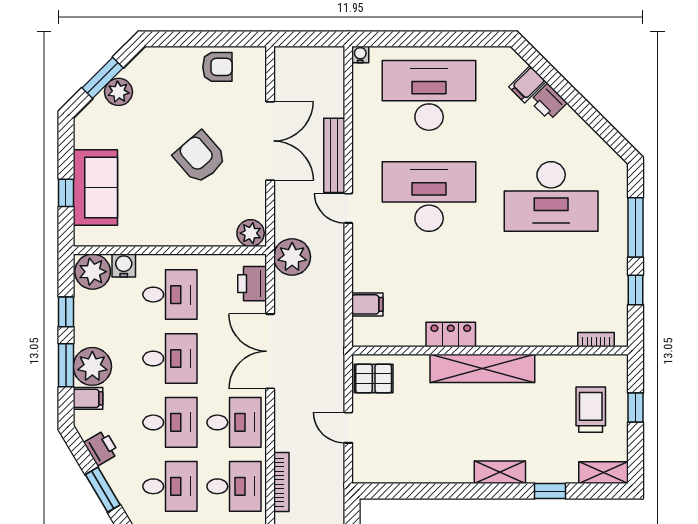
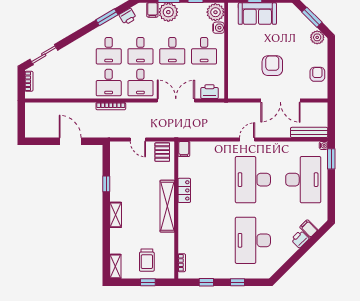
window: (387, 39) -> (331, 159), added
armchair: (217, 67) -> (317, 74), turned 180
plant: (119, 92) -> (317, 37), moved
bench: (334, 155) -> (309, 132), moved
armchair: (200, 157) -> (272, 66), turned -49
desk: (429, 197) -> (253, 180), turned 180
window: (635, 227) -> (237, 282), width x0.46
plant: (251, 233) -> (235, 91), removed
plant: (292, 257) -> (223, 111), removed
filing cabinet: (367, 304) -> (184, 149), moved
trolley: (591, 410) -> (147, 260), turned 90
door: (348, 428) -> (138, 139), swing flipped
window: (550, 491) -> (106, 184), moved

